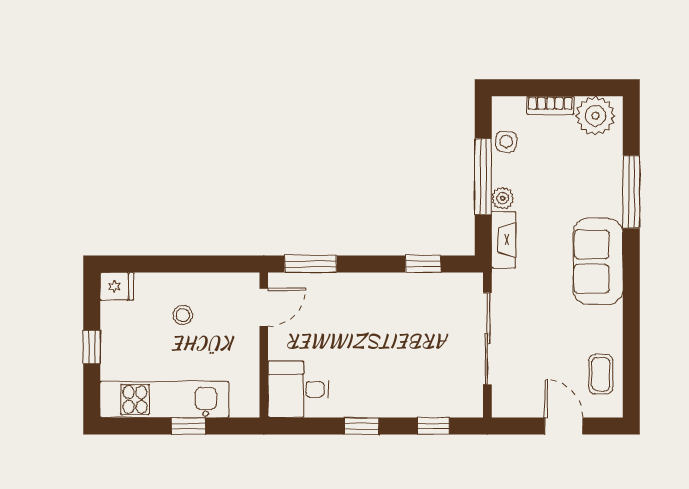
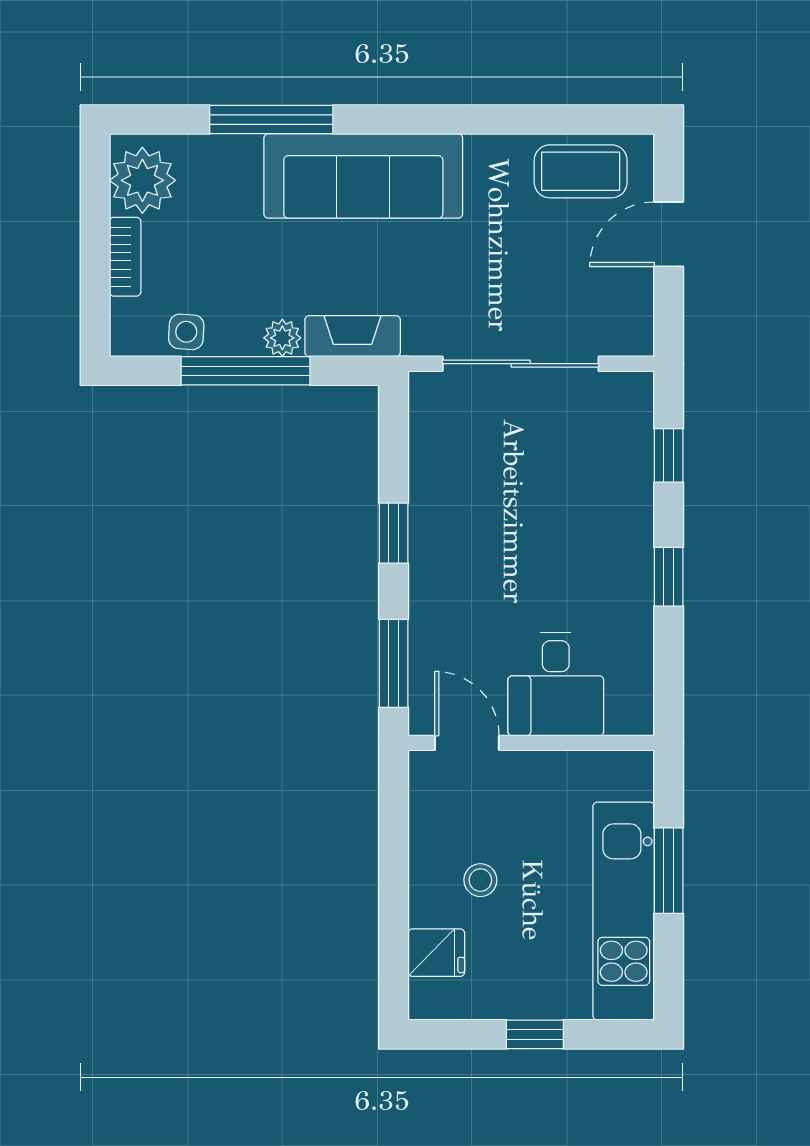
sofa: (598, 261) -> (363, 176), width x1.36
window: (423, 264) -> (394, 533), moved
fridge: (117, 286) -> (436, 953), moved, turned 90
coffee table: (601, 374) -> (581, 171), width x1.36, depth x1.30
desk: (298, 389) -> (556, 684), moved
window: (188, 426) -> (669, 871), width x1.50

